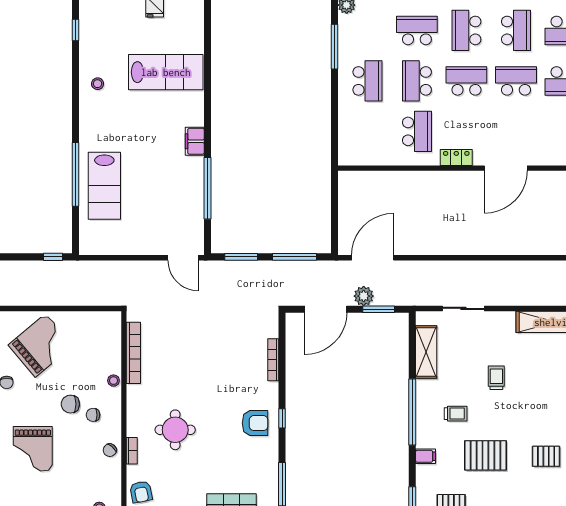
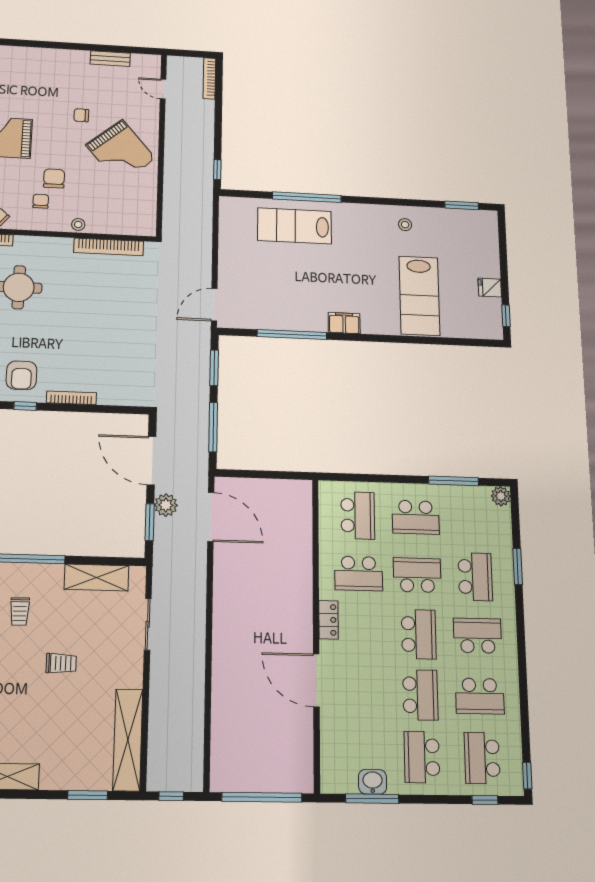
window: (76, 30) -> (462, 205), width x1.50
school desk: (367, 131) -> (358, 515), added
bookcase: (273, 360) -> (71, 398), moved

